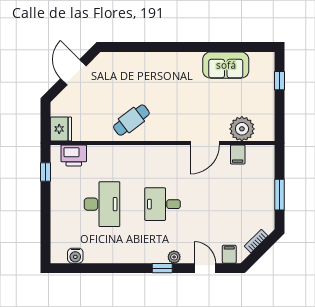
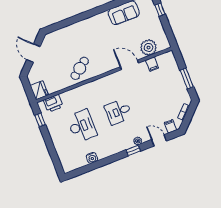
door: (205, 143) -> (129, 65), swing flipped
water cooler: (75, 256) -> (92, 158), moved

